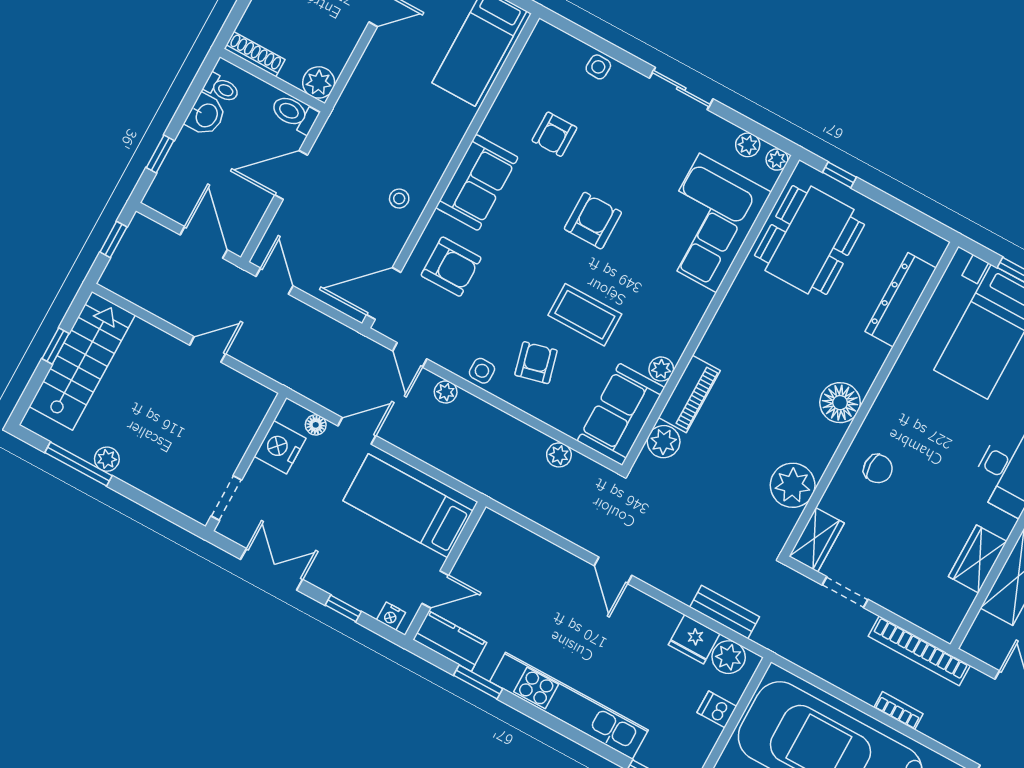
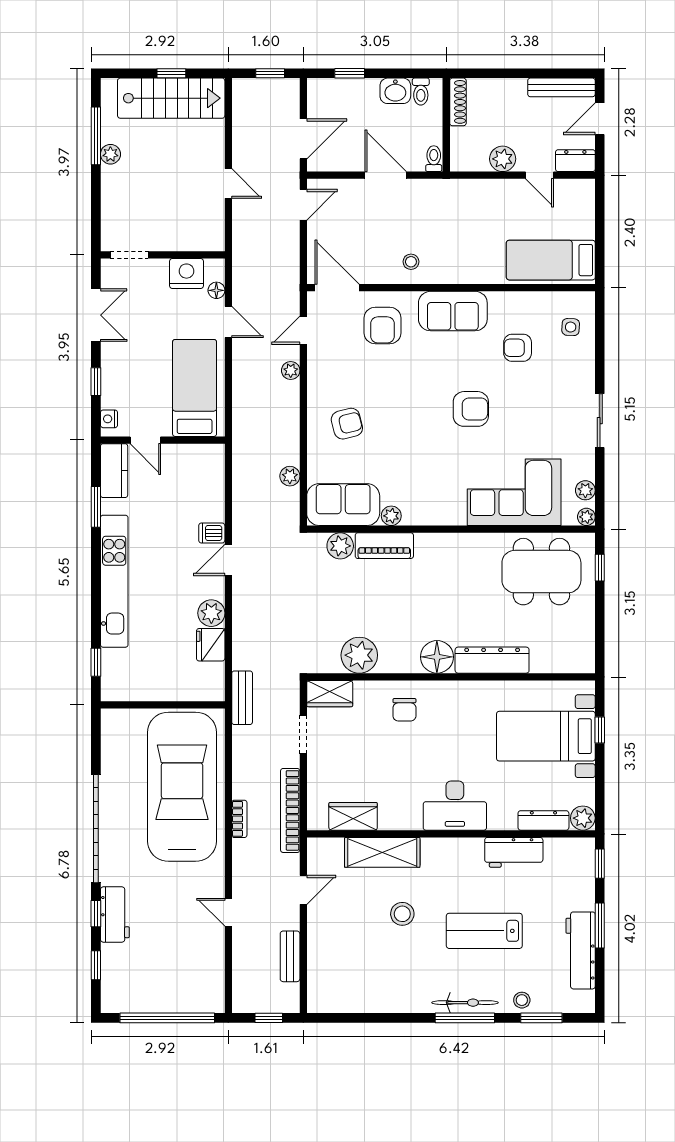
side table: (598, 67) -> (571, 327), moved
plant: (319, 82) -> (503, 159), moved
toilet: (294, 114) -> (434, 159), width x0.73, depth x0.72
dresser: (901, 300) -> (492, 660), moved
coffee table: (585, 315) -> (400, 440), removed
side table: (482, 371) -> (320, 388), removed
wardrobe: (978, 559) -> (353, 816), moved
bench: (725, 612) -> (242, 698), moved
plant: (729, 657) -> (211, 613), moved
dishwasher: (717, 709) -> (212, 533), moved, turned -90

